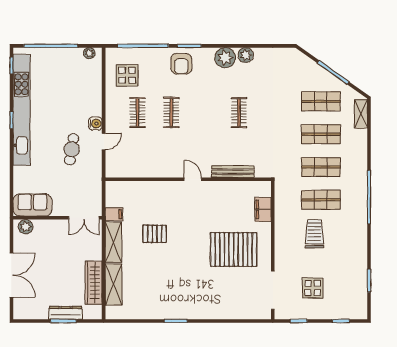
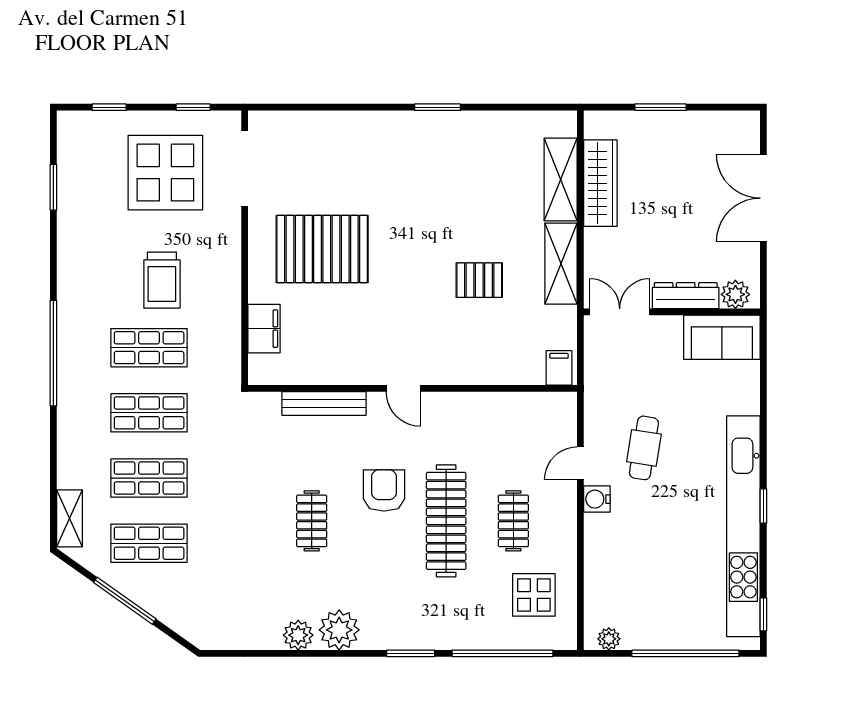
armchair: (181, 64) -> (384, 490), moved
clothes rail: (171, 113) -> (446, 521), width x1.86, depth x1.31
filing cabinet: (114, 214) -> (559, 368), moved, turned 90
display table: (313, 288) -> (165, 173), width x1.86, depth x1.86
dresser: (66, 313) -> (686, 296), moved, turned 180

